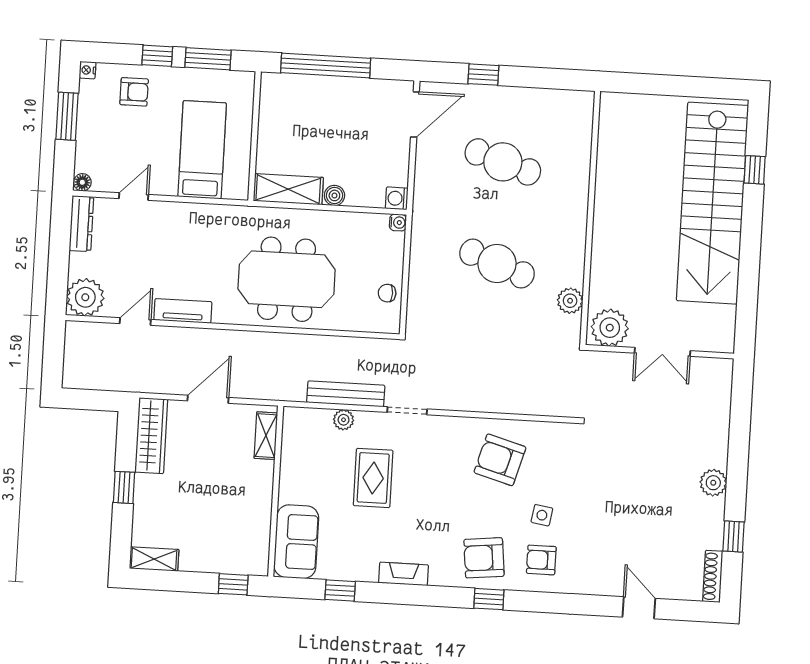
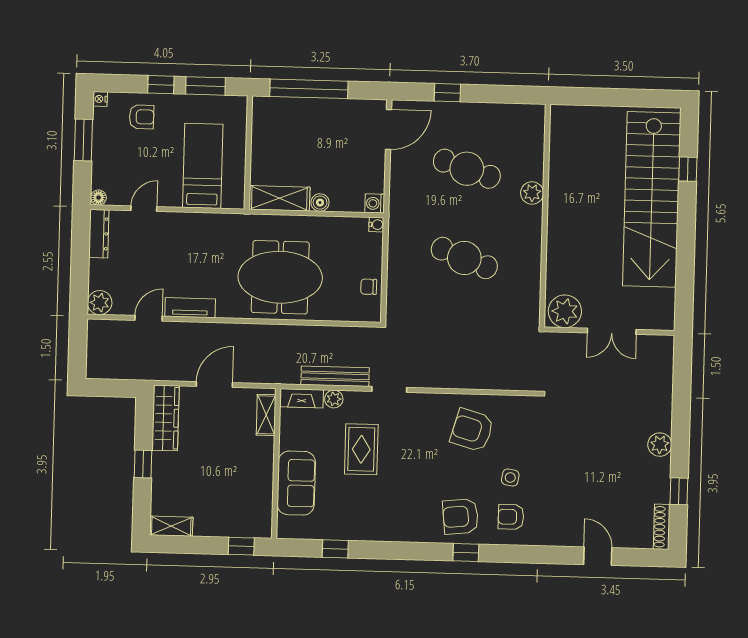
plant: (85, 297) -> (100, 303), width x0.73, depth x0.73
plant: (570, 301) -> (532, 193), moved
sofa: (296, 542) -> (296, 483), moved
fireplace: (404, 574) -> (302, 398), moved, turned 180

